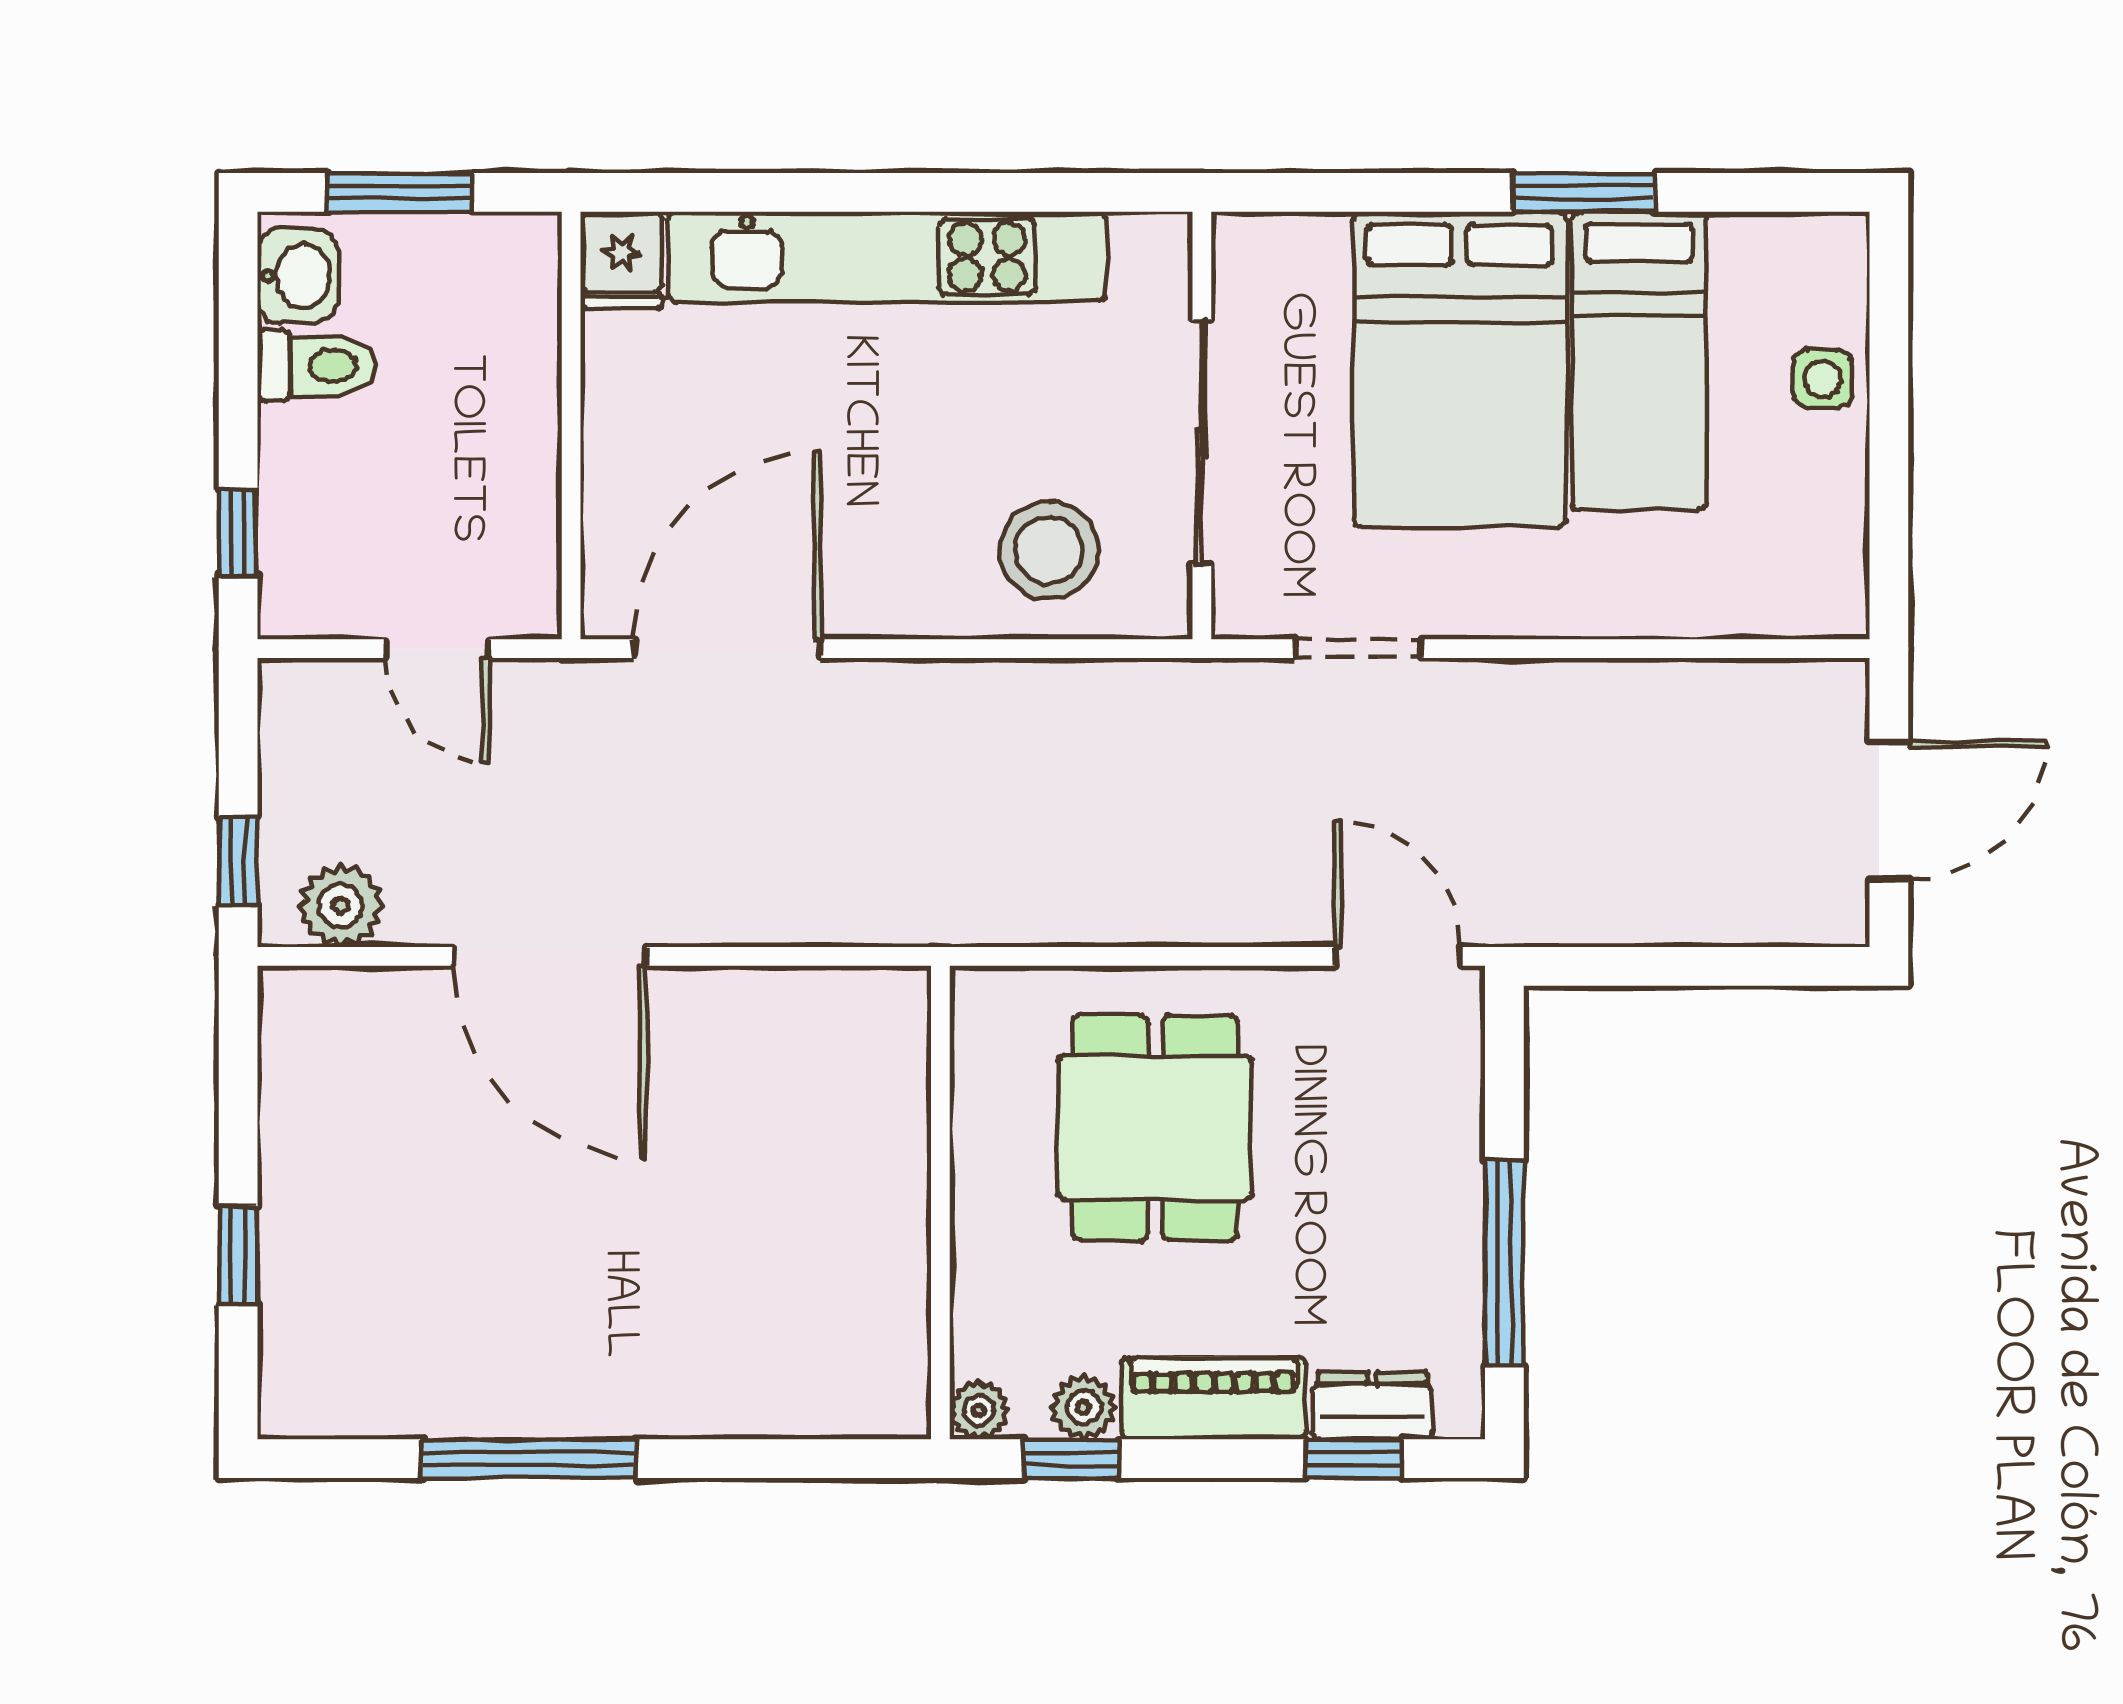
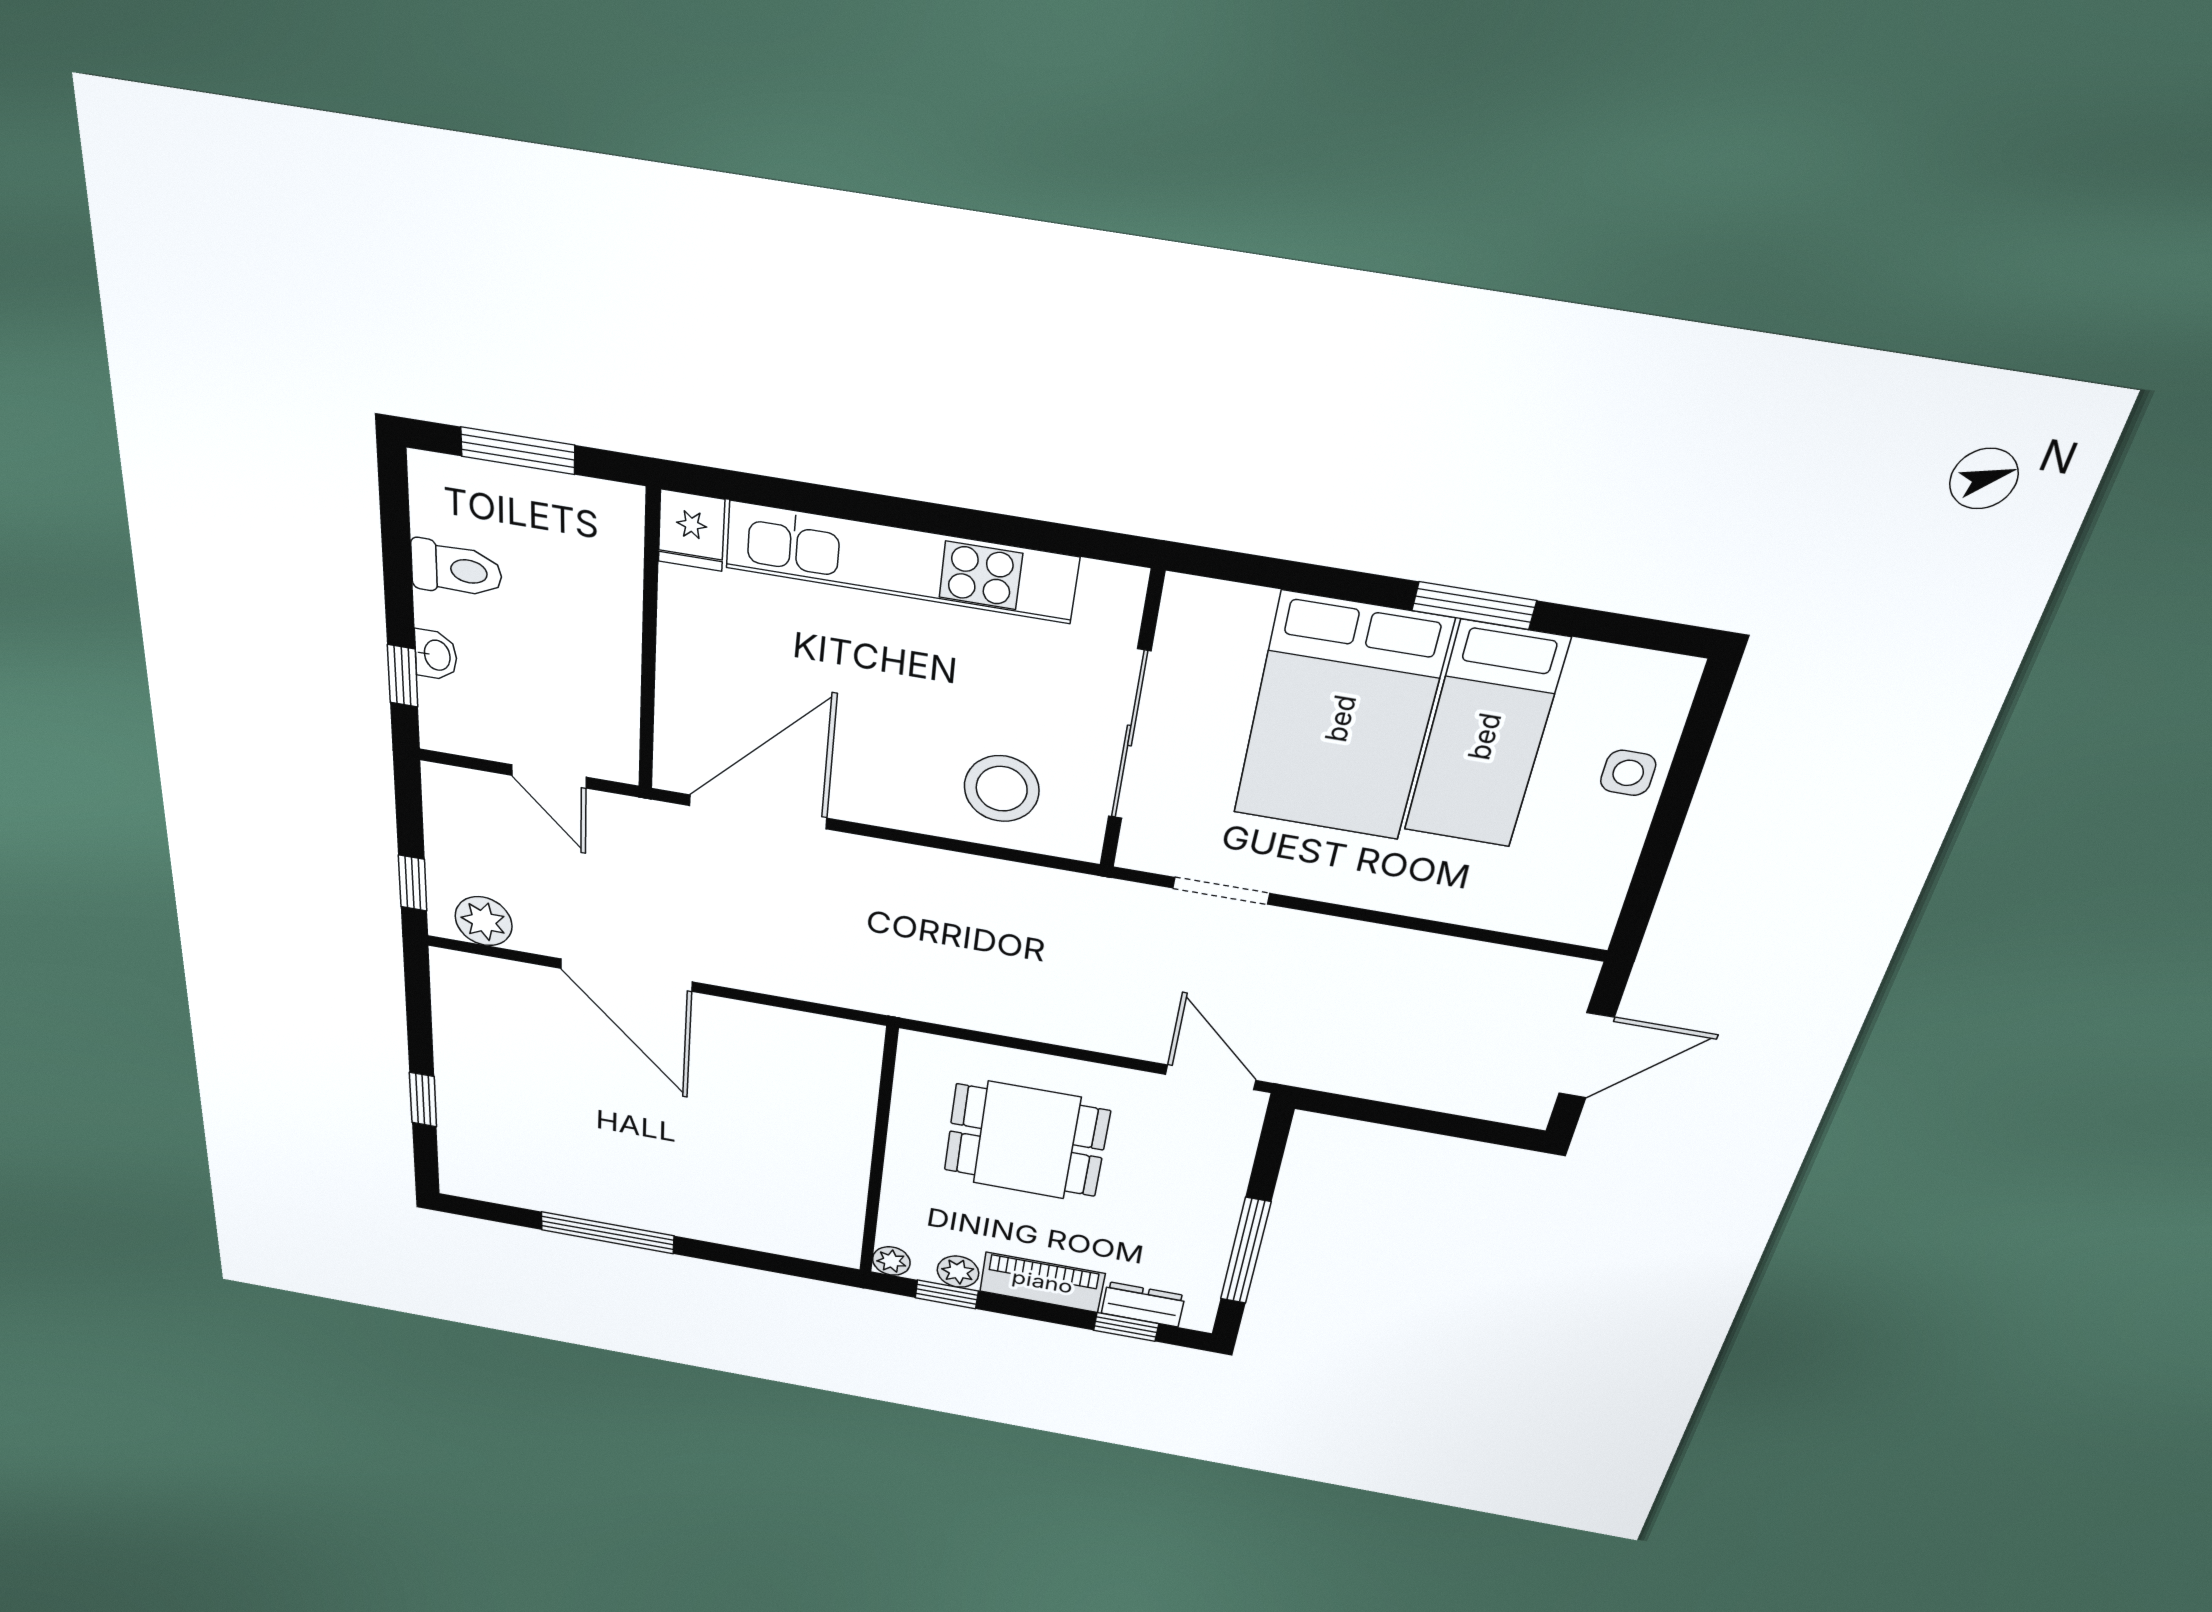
washbasin: (298, 276) -> (436, 655), moved, width x0.72, depth x0.69
dining table: (1155, 1128) -> (1026, 1141), turned 90

